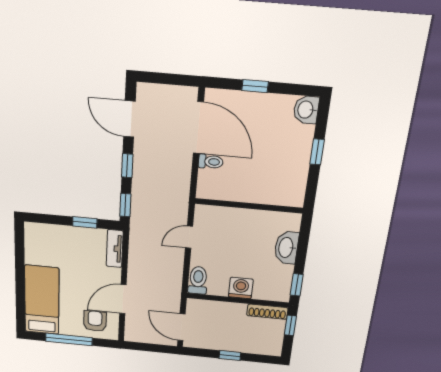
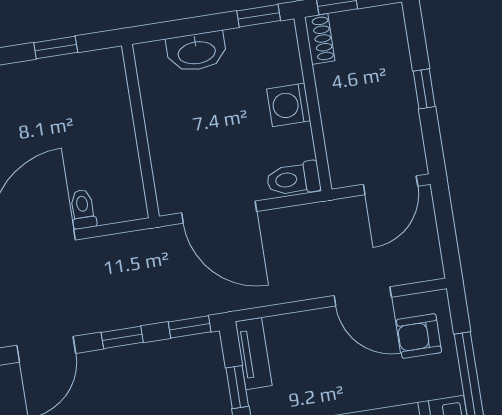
window: (317, 152) -> (56, 48), moved
door: (189, 237) -> (219, 212), width x1.88
tv unit: (115, 249) -> (254, 354), moved, turned -90
shoe rack: (267, 312) -> (320, 39), width x0.70

